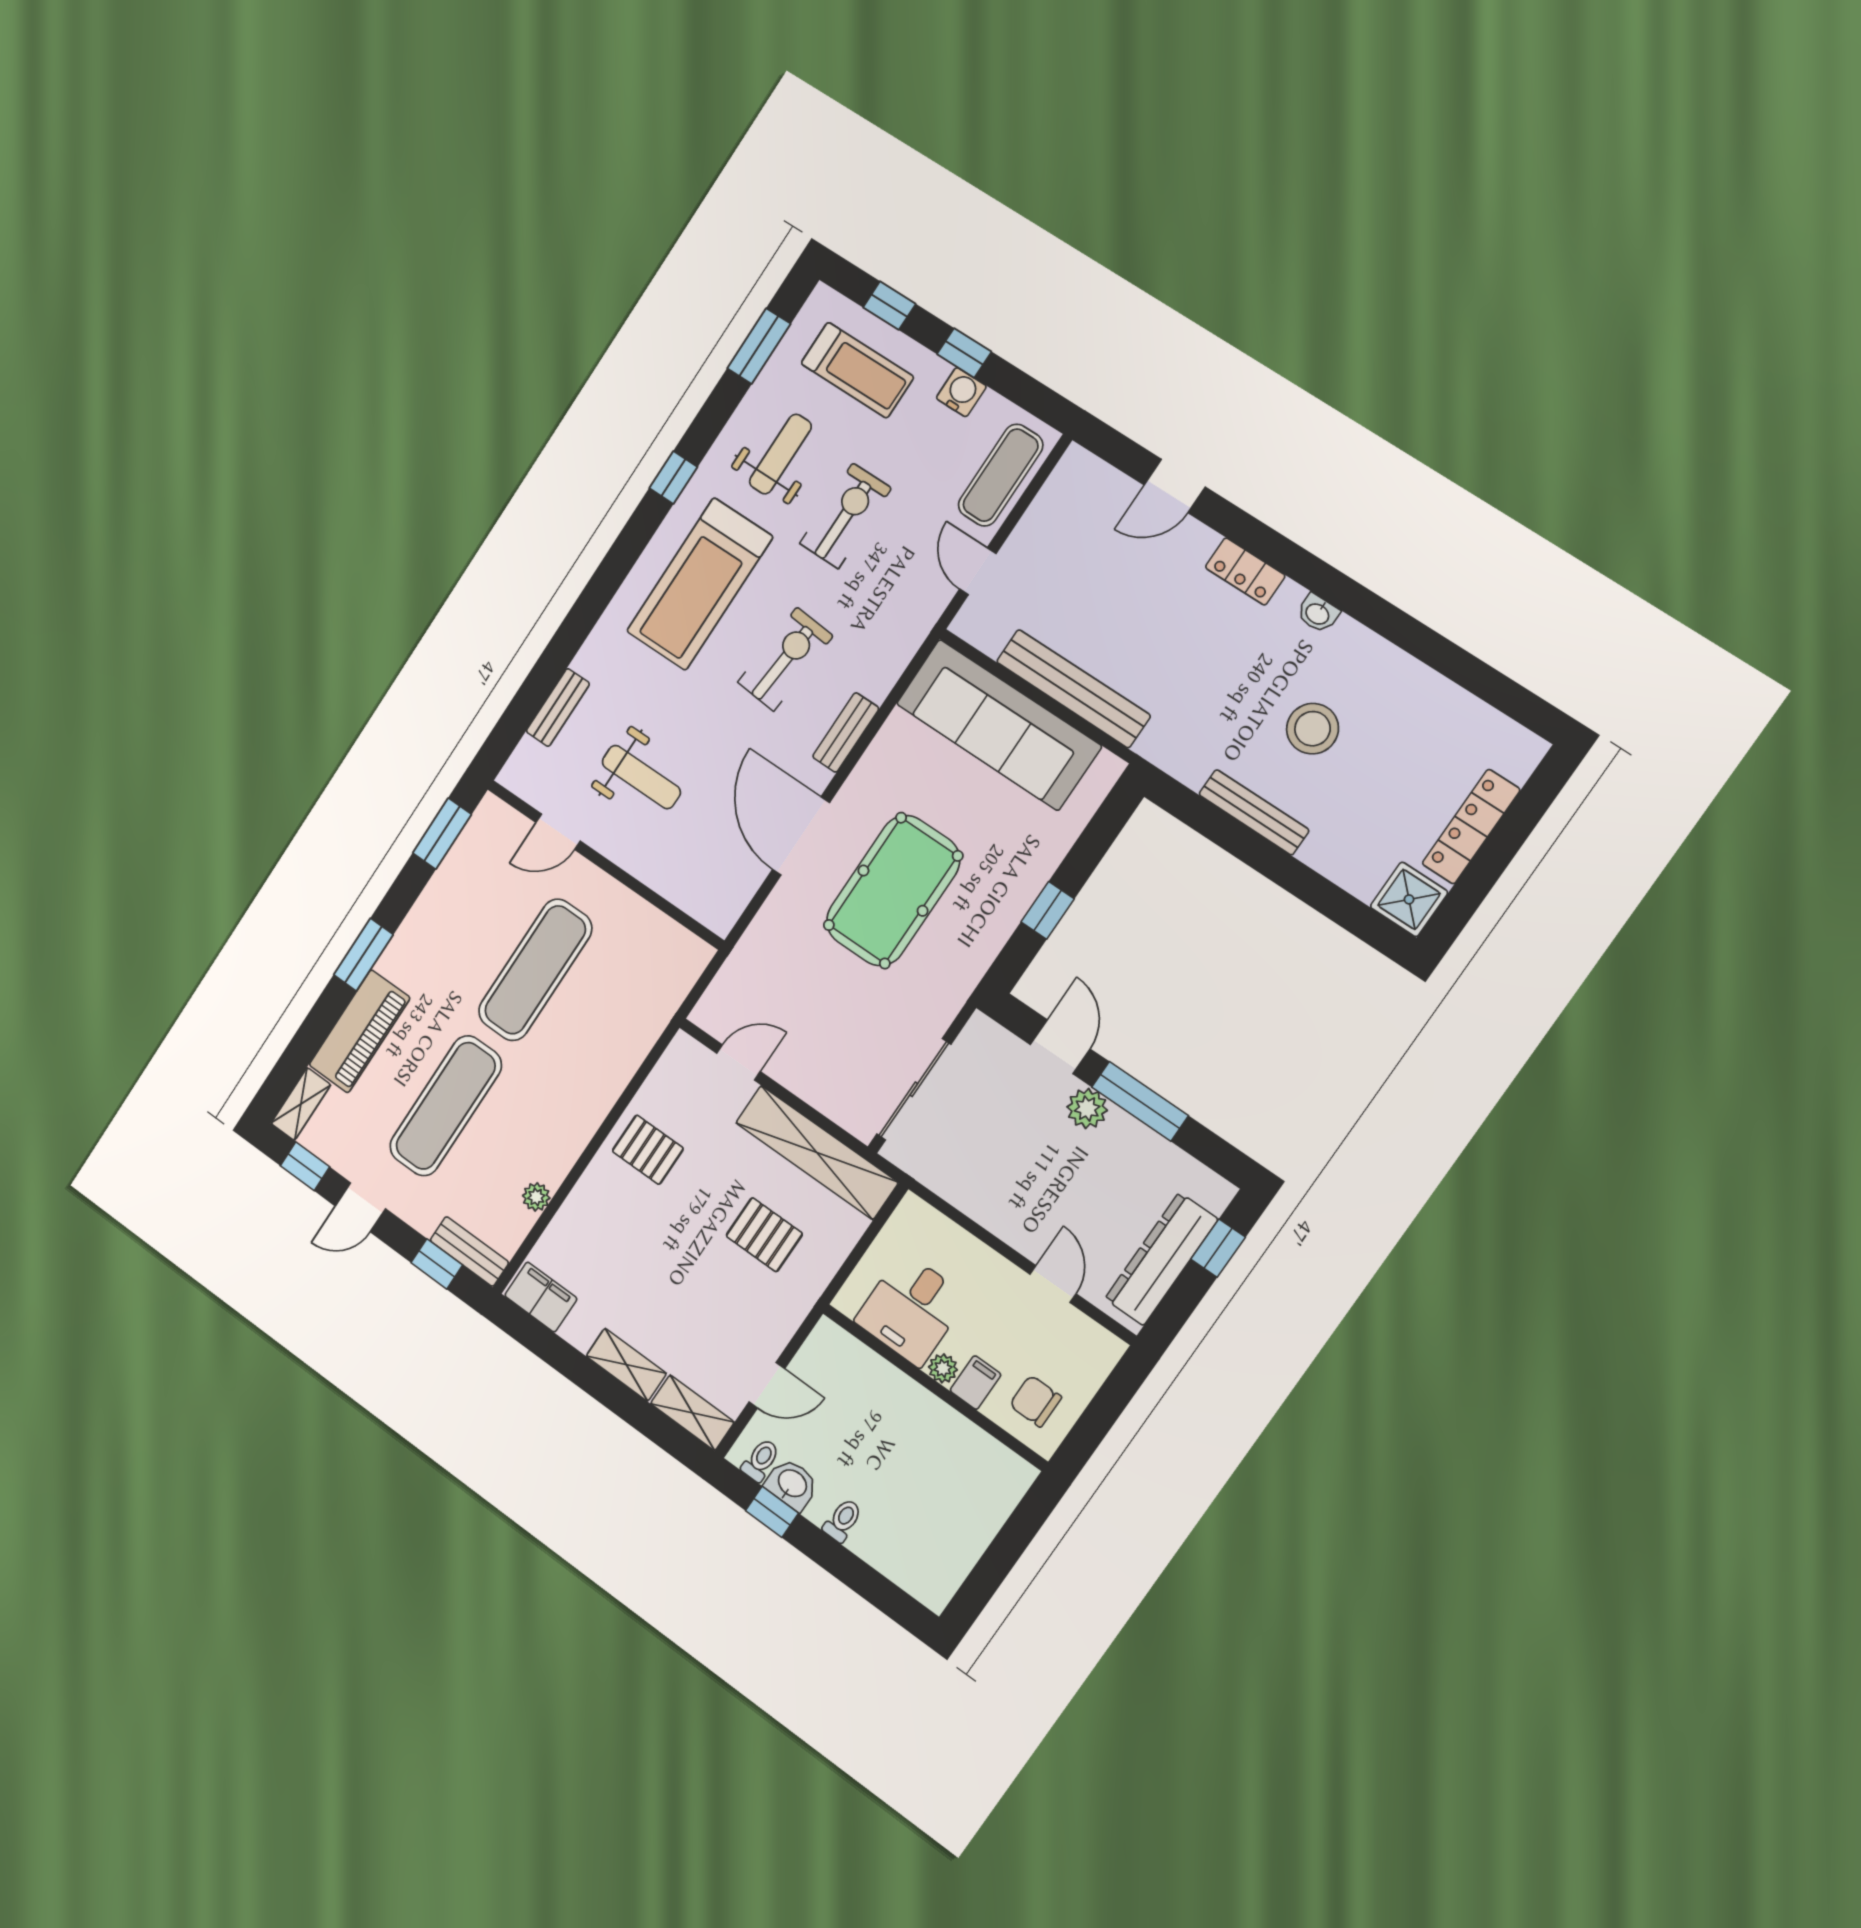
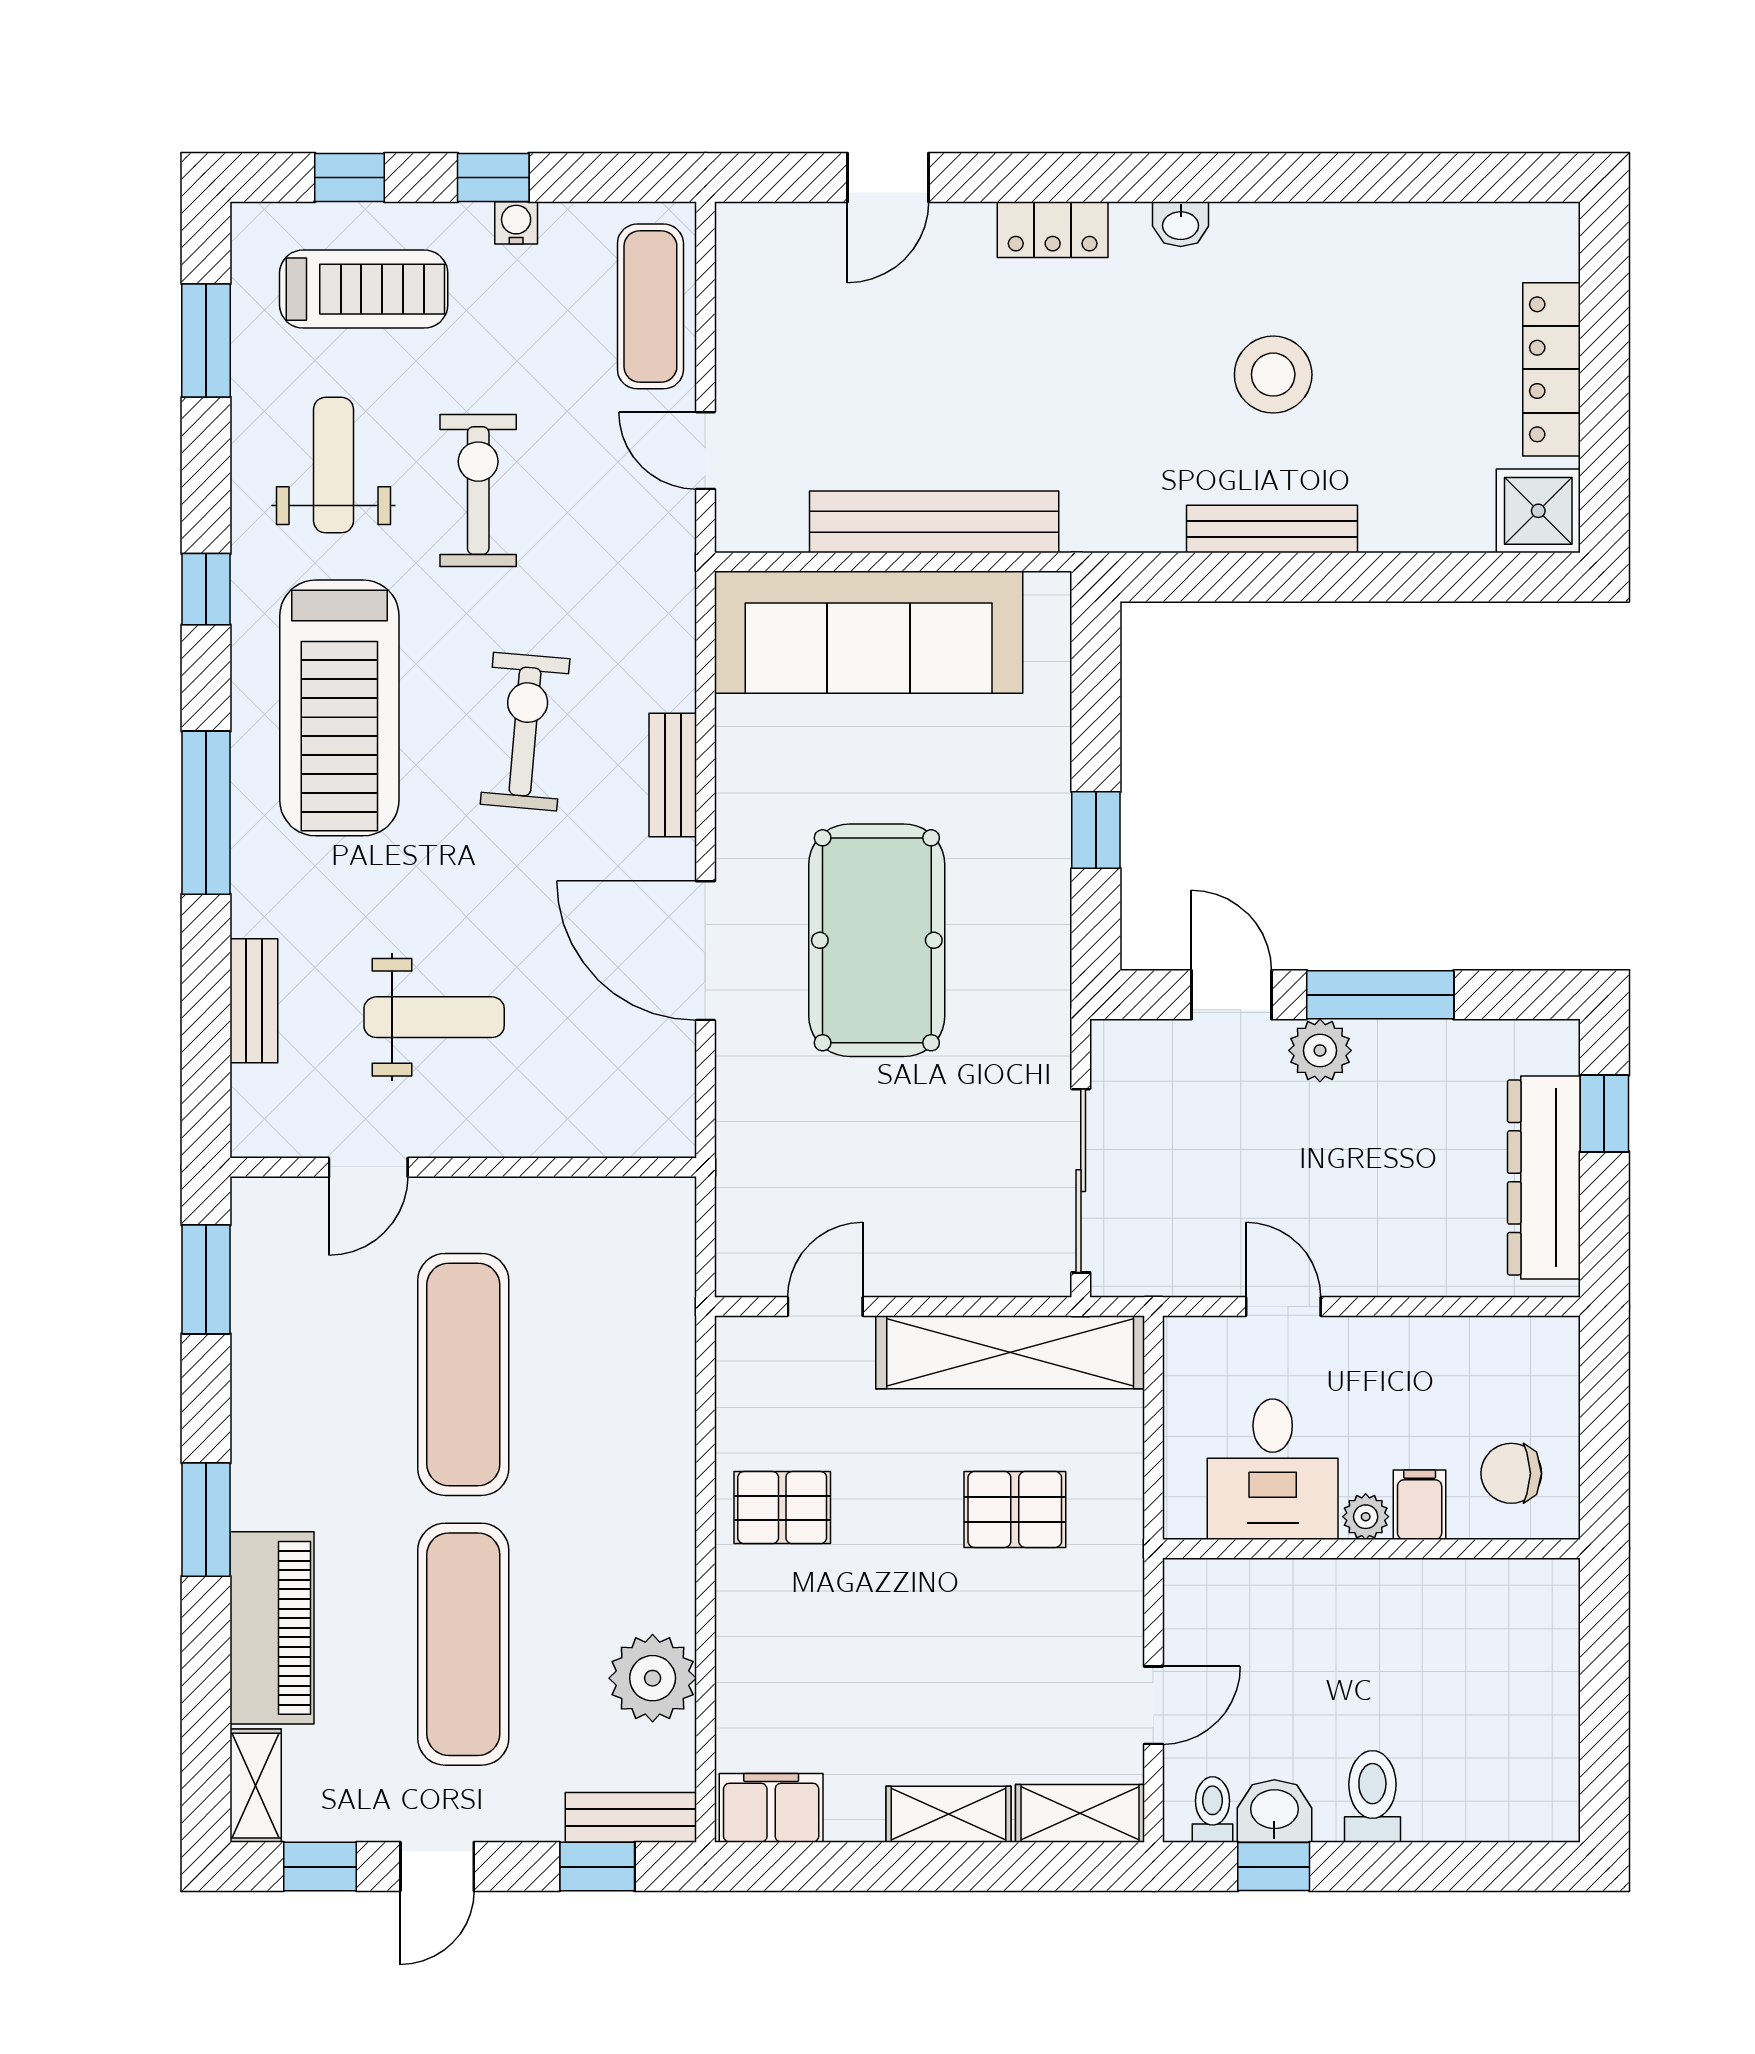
water cooler: (961, 392) -> (516, 223), width x0.72, depth x0.72
window: (598, 594) -> (206, 813), added
plant: (536, 1197) -> (653, 1678), width x1.88, depth x1.88
door: (1053, 1284) -> (1283, 1307), moved
toilet: (843, 1520) -> (1372, 1796), width x1.37, depth x1.39

